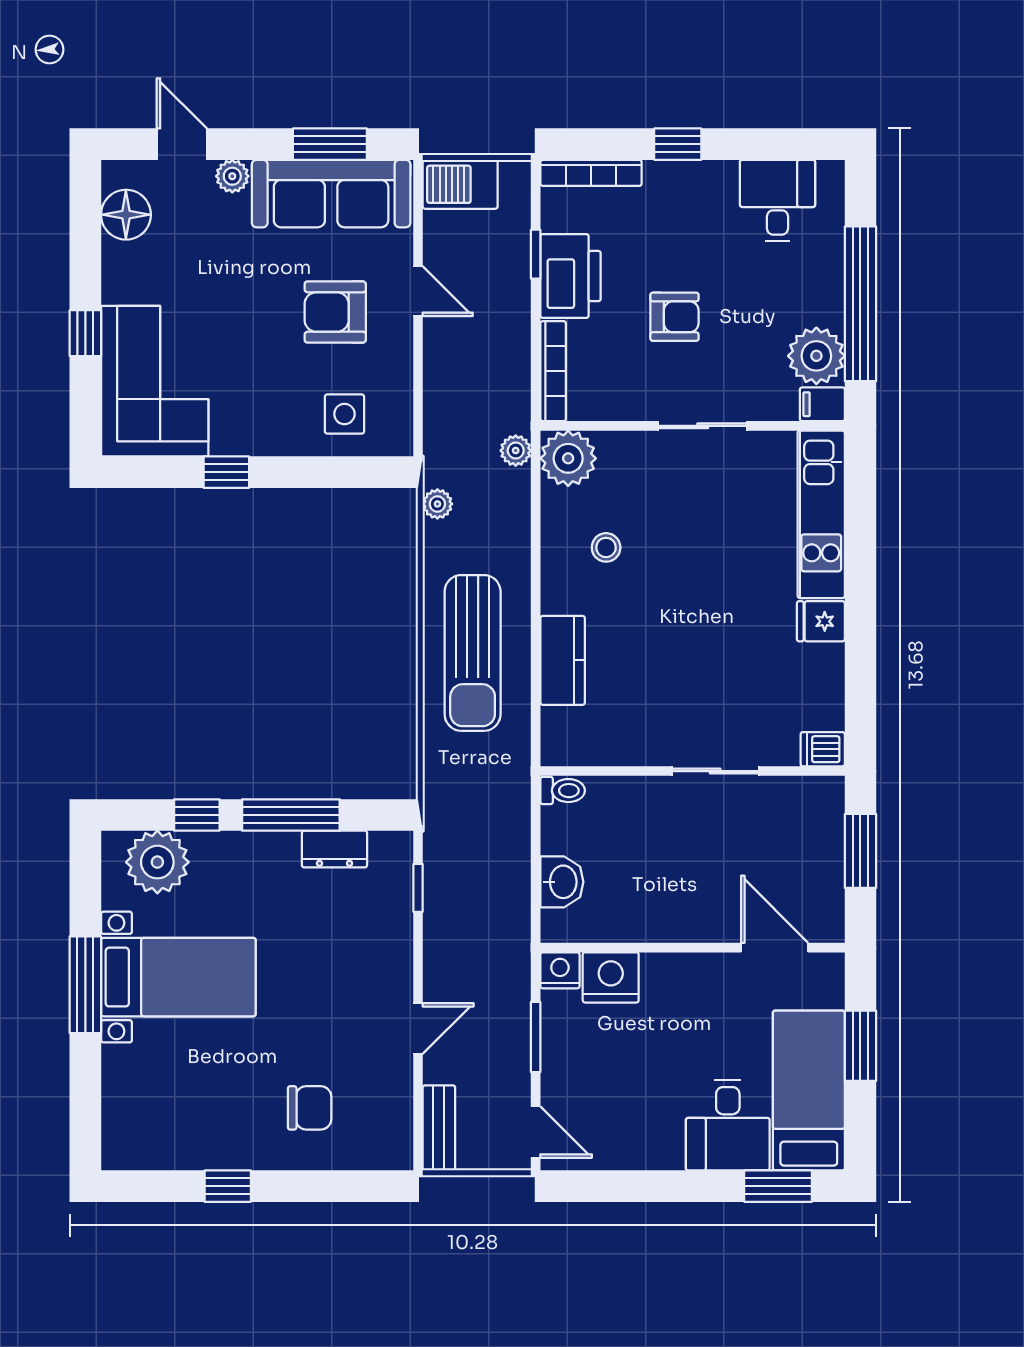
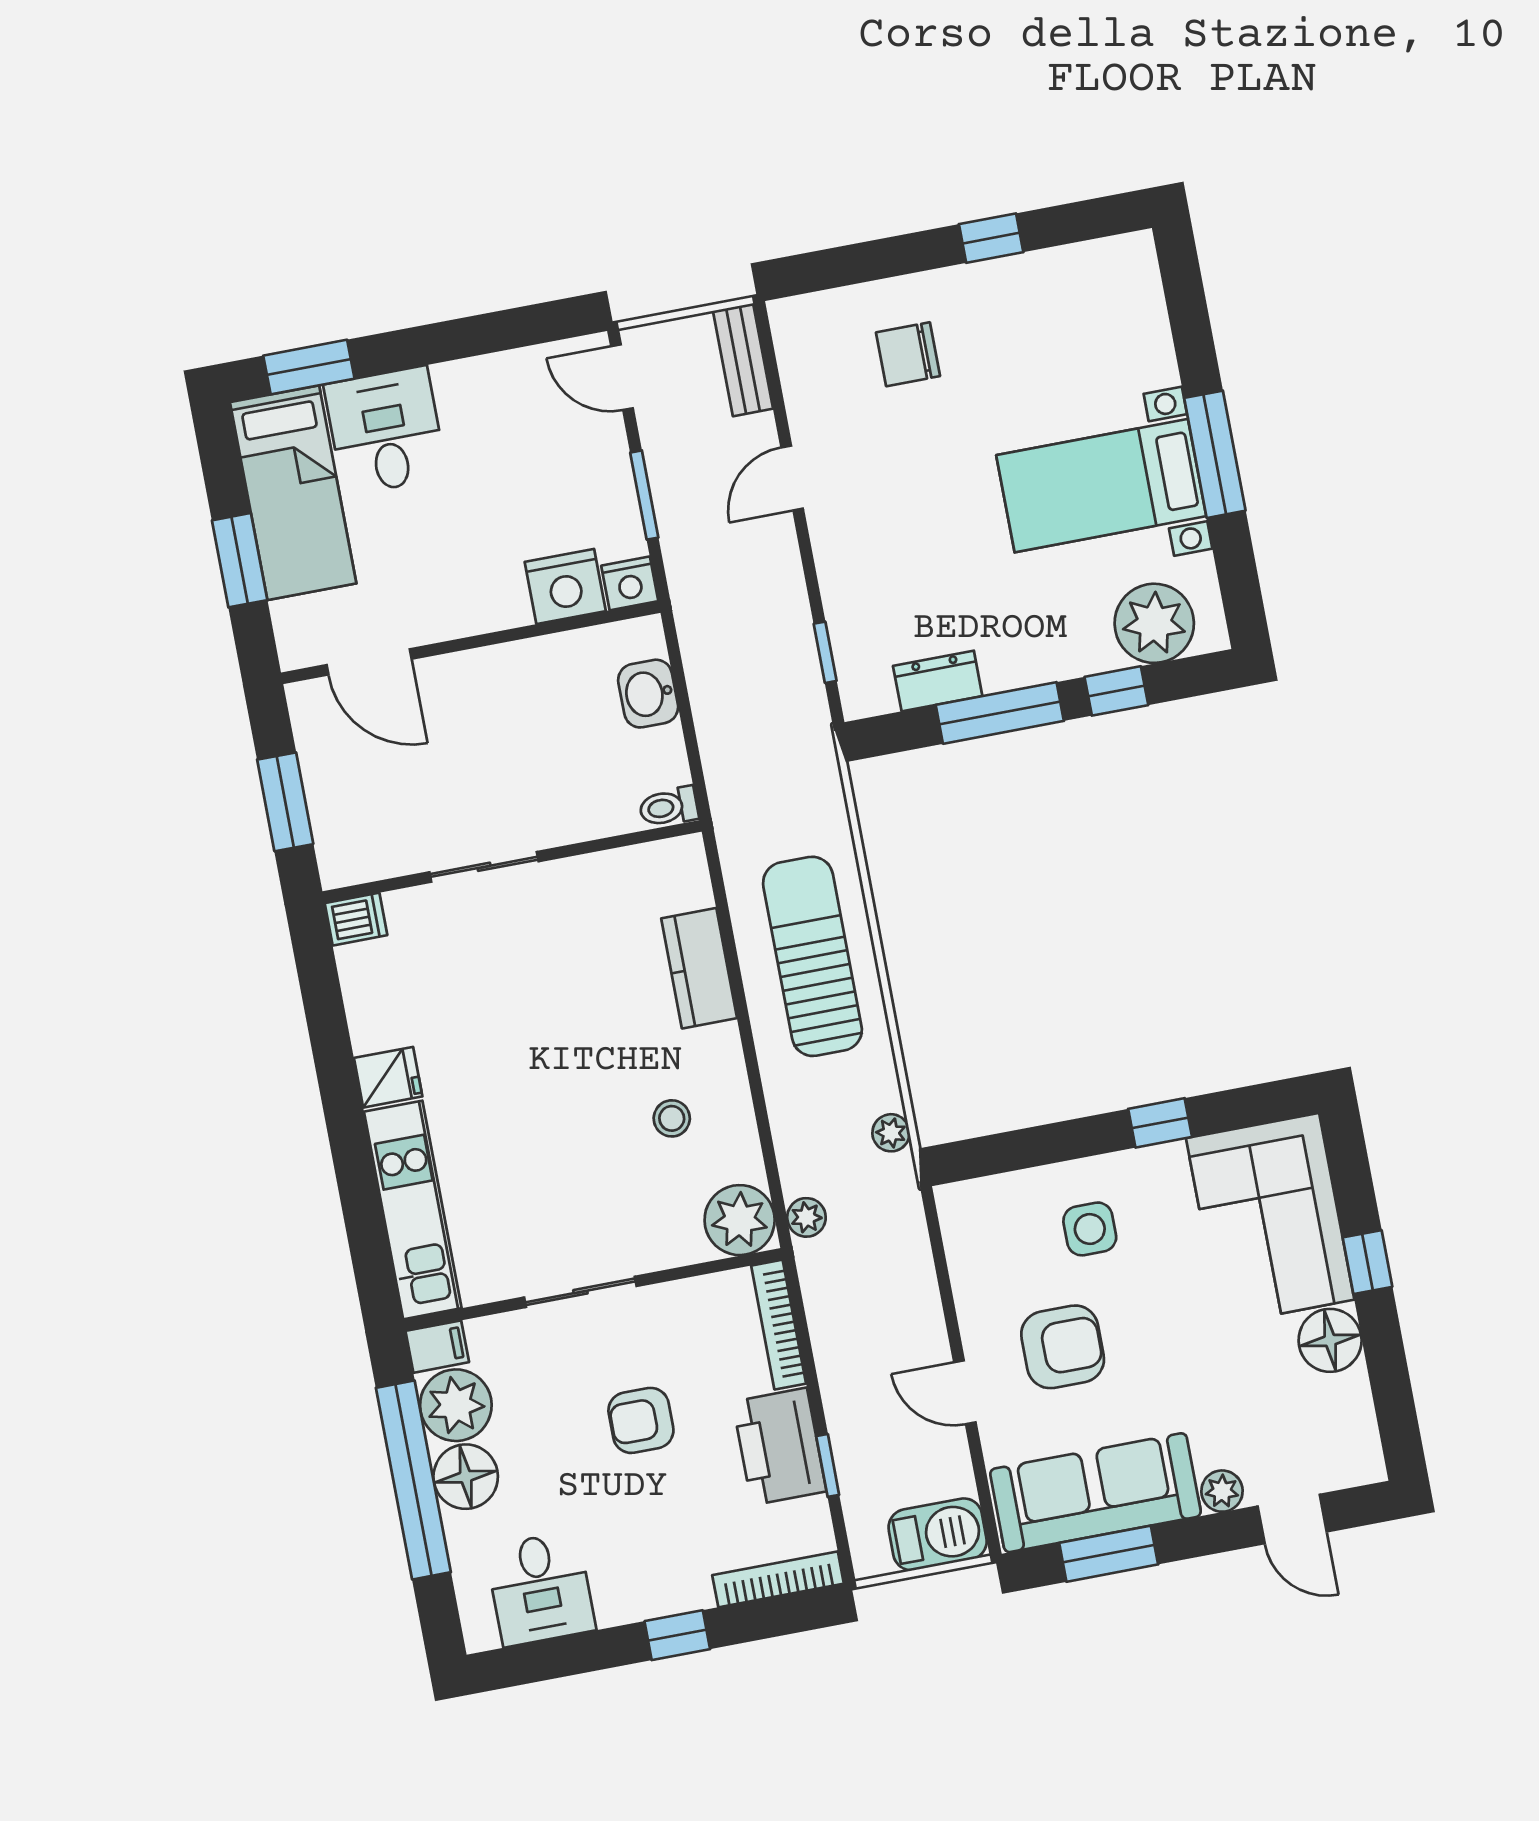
floor lamp: (126, 215) -> (1330, 1340), moved
floor lamp: (819, 299) -> (466, 1477), added
side table: (344, 414) -> (1090, 1229), moved

